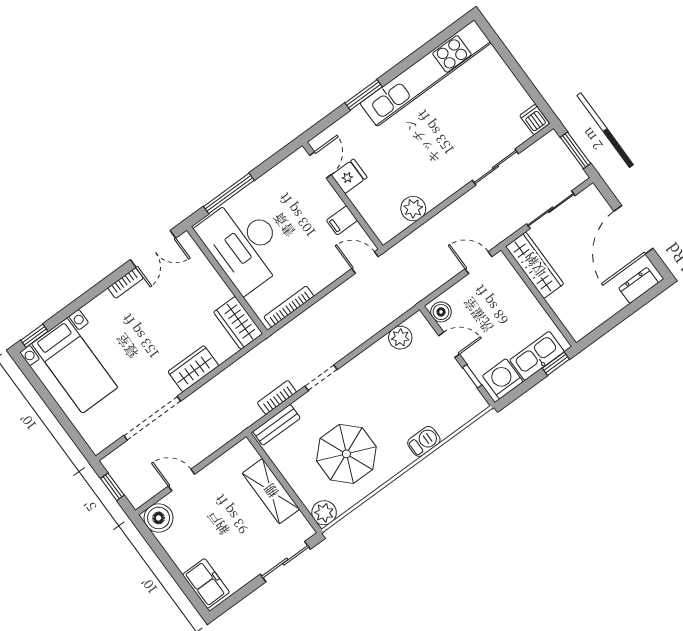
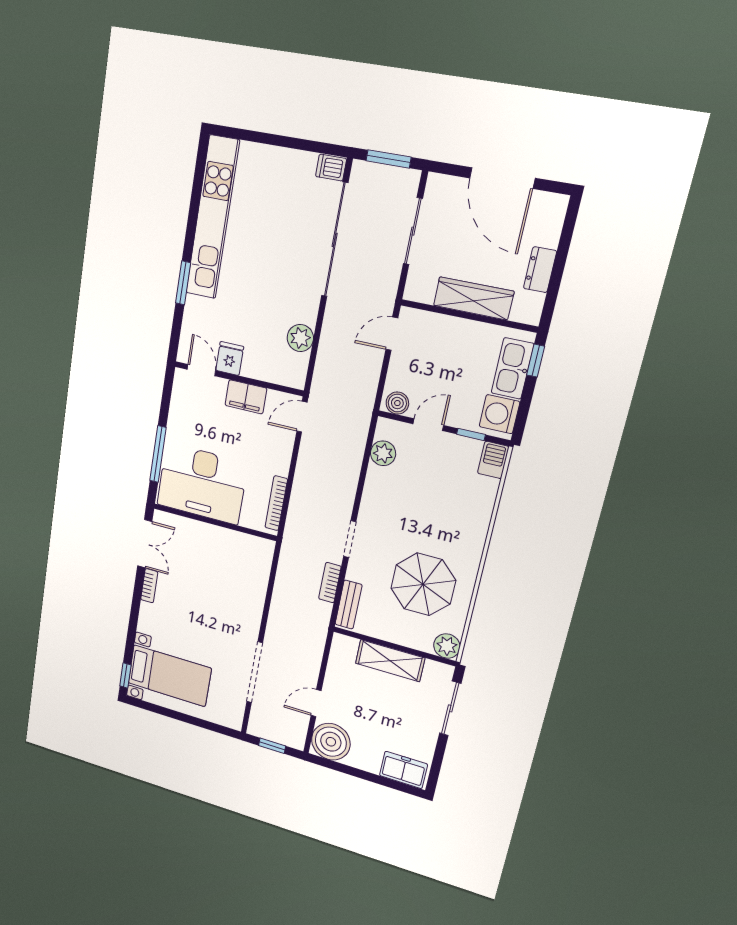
sliding door: (495, 167) -> (335, 240), width x1.86
filing cabinet: (342, 220) -> (246, 397), width x2.00
wardrobe: (535, 265) -> (473, 298), moved
dresser: (638, 285) -> (540, 270), moved
wardrobe: (238, 323) -> (251, 548), removed
wardrobe: (193, 369) -> (250, 611), removed
barbecue: (424, 441) -> (493, 460), moved
boiler: (159, 518) -> (331, 742), width x1.37, depth x1.37

